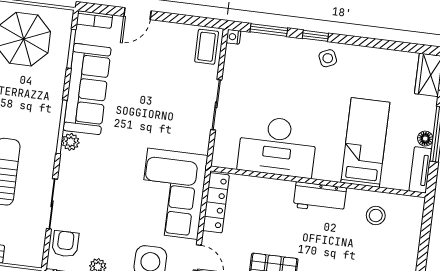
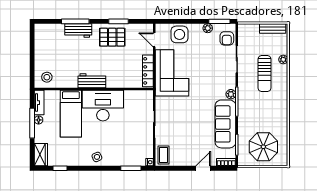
window: (315, 36) -> (60, 168), moved
desk: (277, 146) -> (103, 106), moved
stool: (376, 216) -> (47, 77), moved

